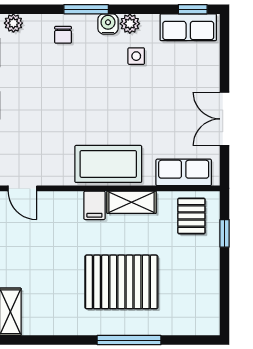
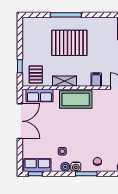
double door: (225, 119) -> (20, 121), width x1.37
filing cabinet: (94, 205) -> (96, 80), moved

